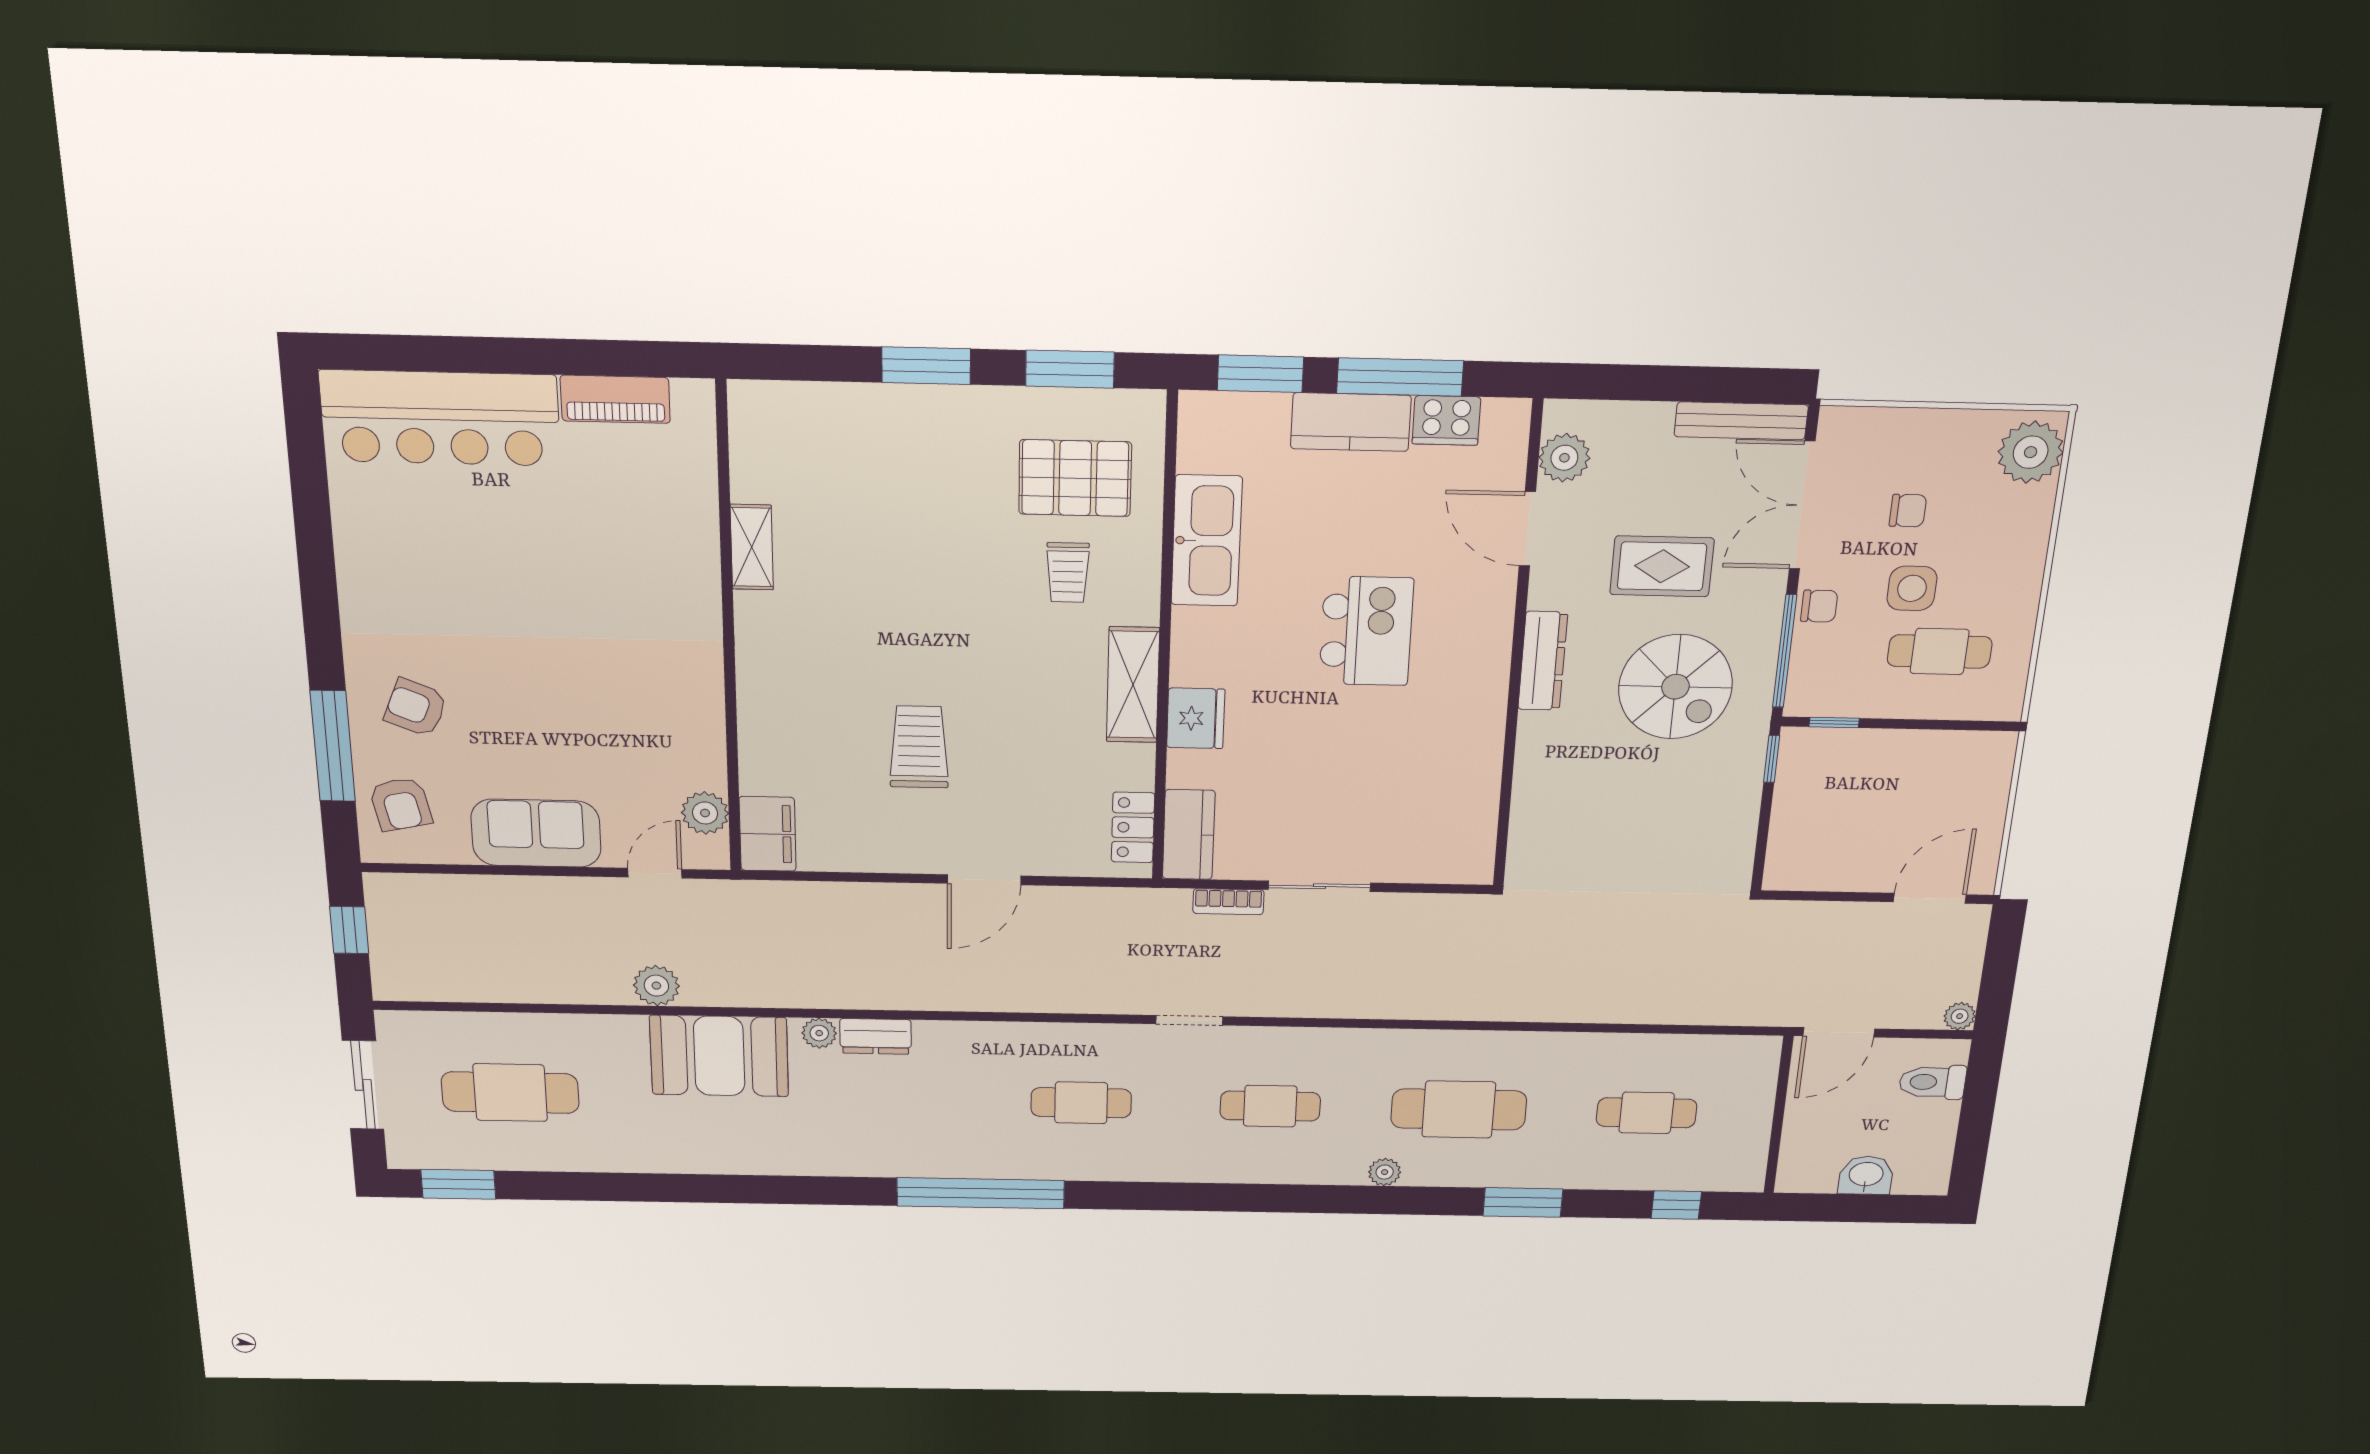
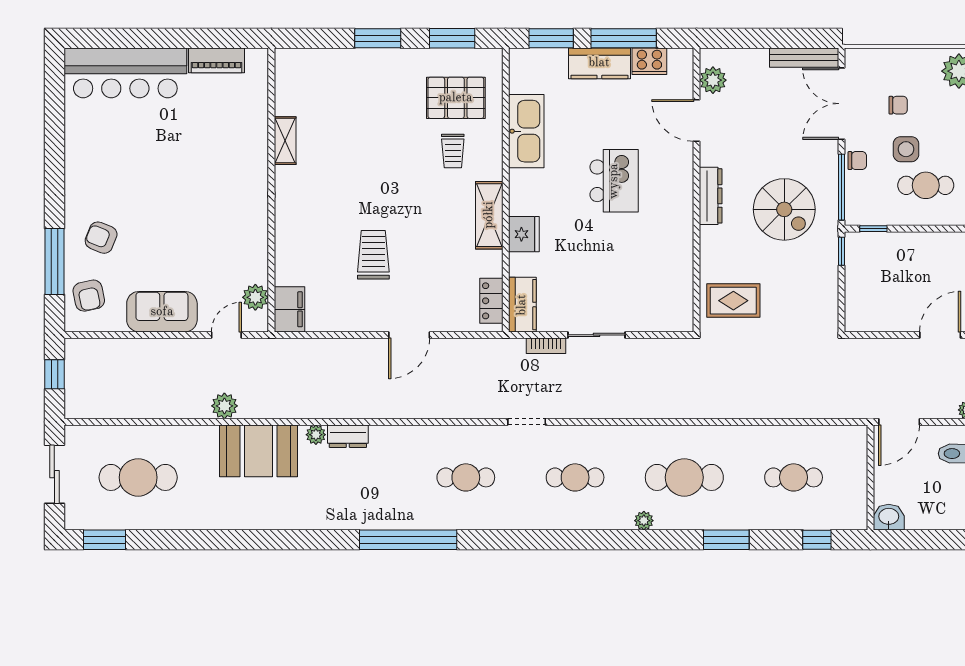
rug: (1662, 566) -> (733, 301), moved
washbasin: (1866, 1175) -> (889, 517), moved

